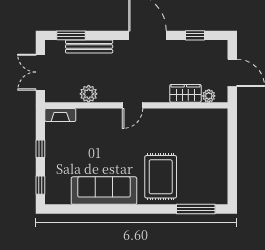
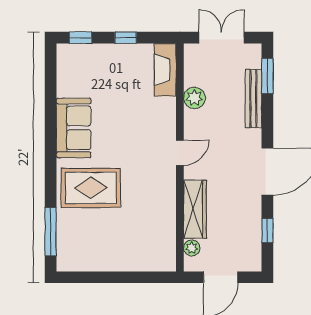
wardrobe: (185, 93) -> (195, 209), width x1.50
door: (133, 105) -> (180, 153), swing flipped
fireplace: (60, 115) -> (165, 70), width x1.37, depth x1.32
sofa: (104, 191) -> (74, 128), width x0.73

